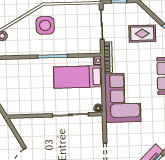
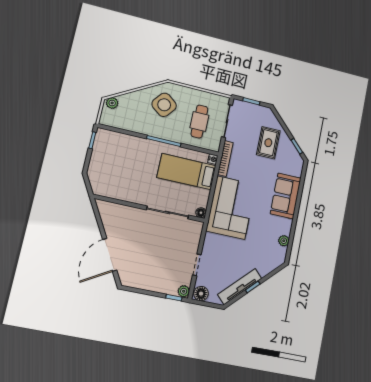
side table: (45, 25) -> (164, 105), turned 38
cafe table: (78, 31) -> (199, 122), added
rug: (142, 34) -> (268, 143), turned 90

